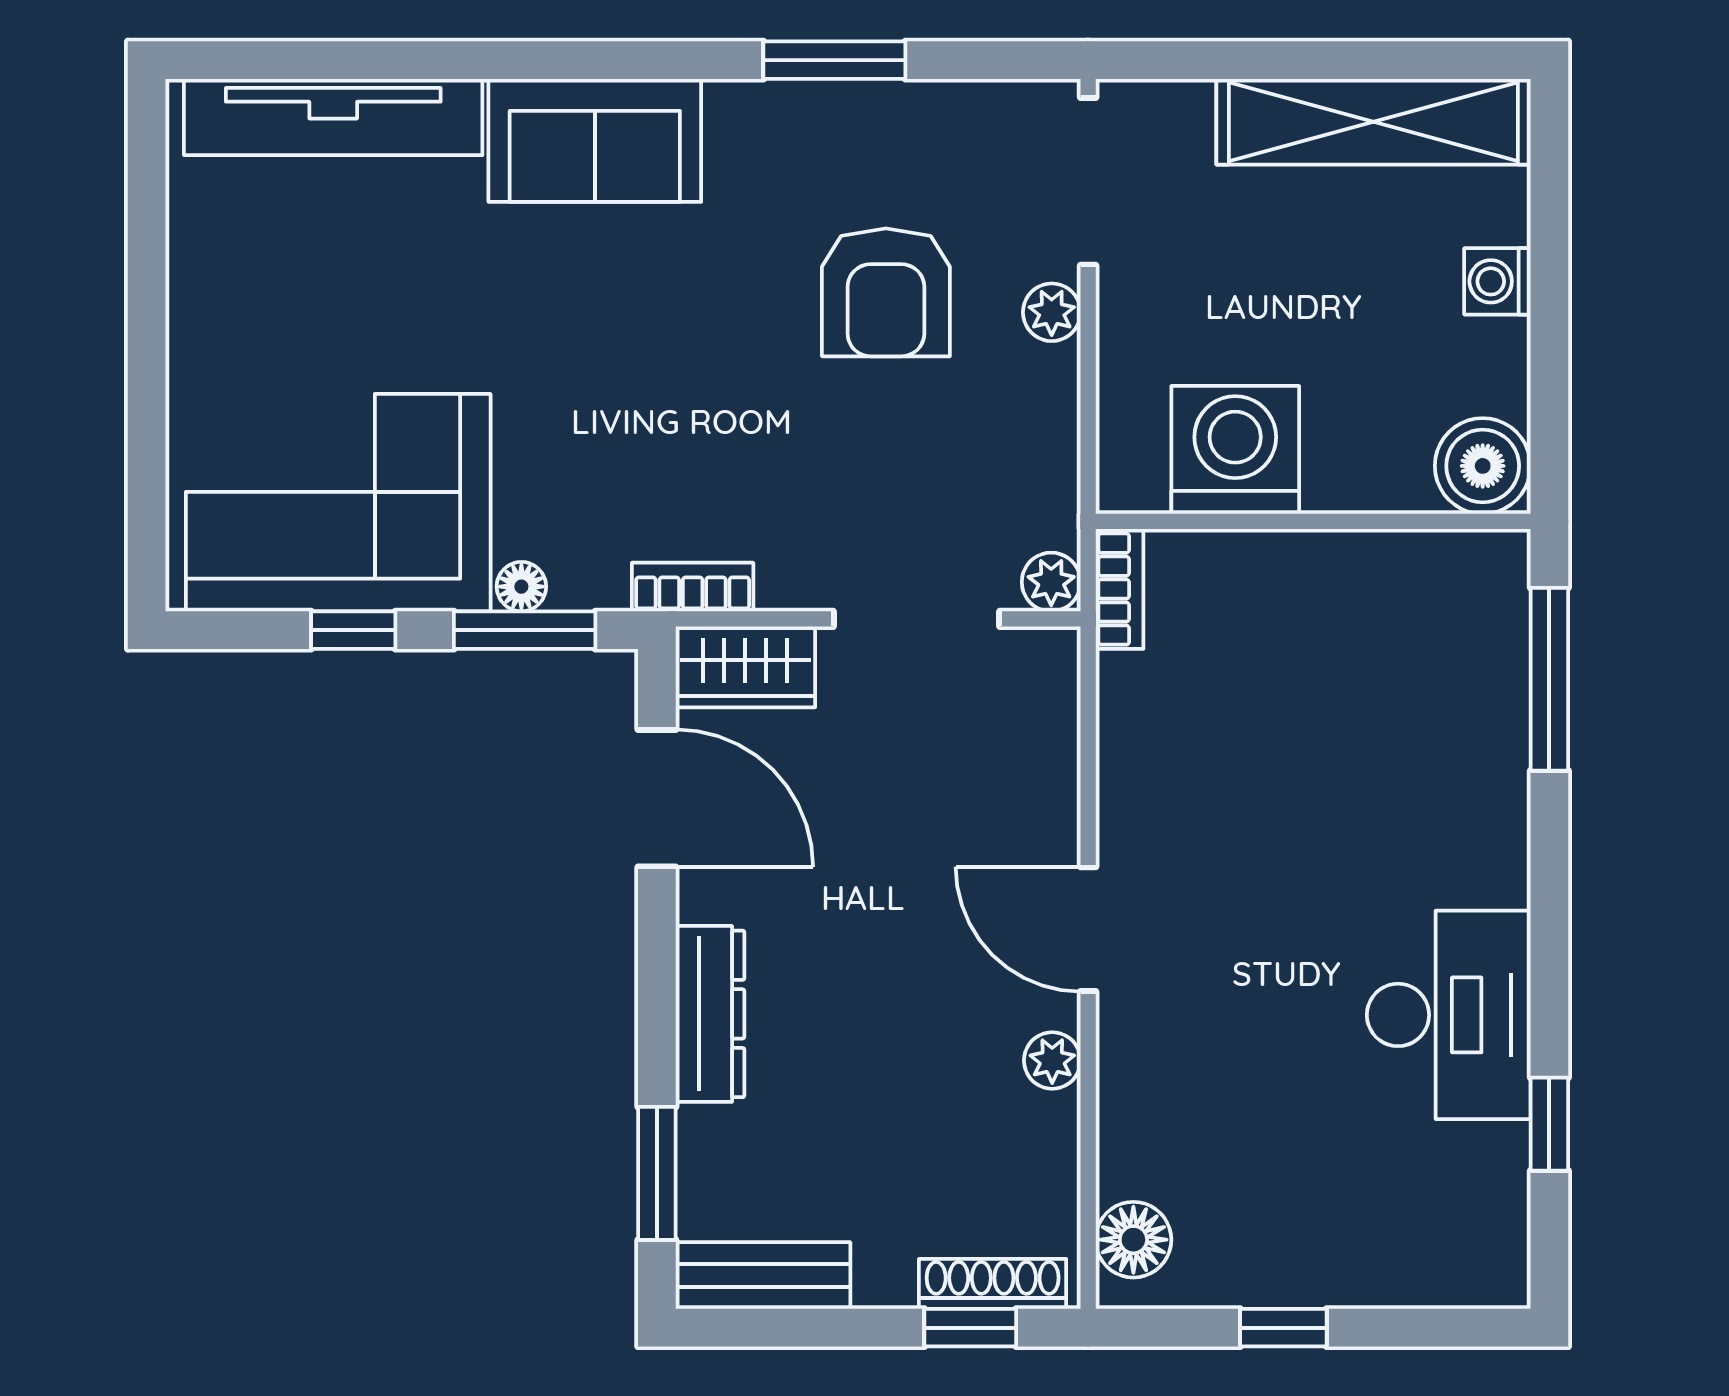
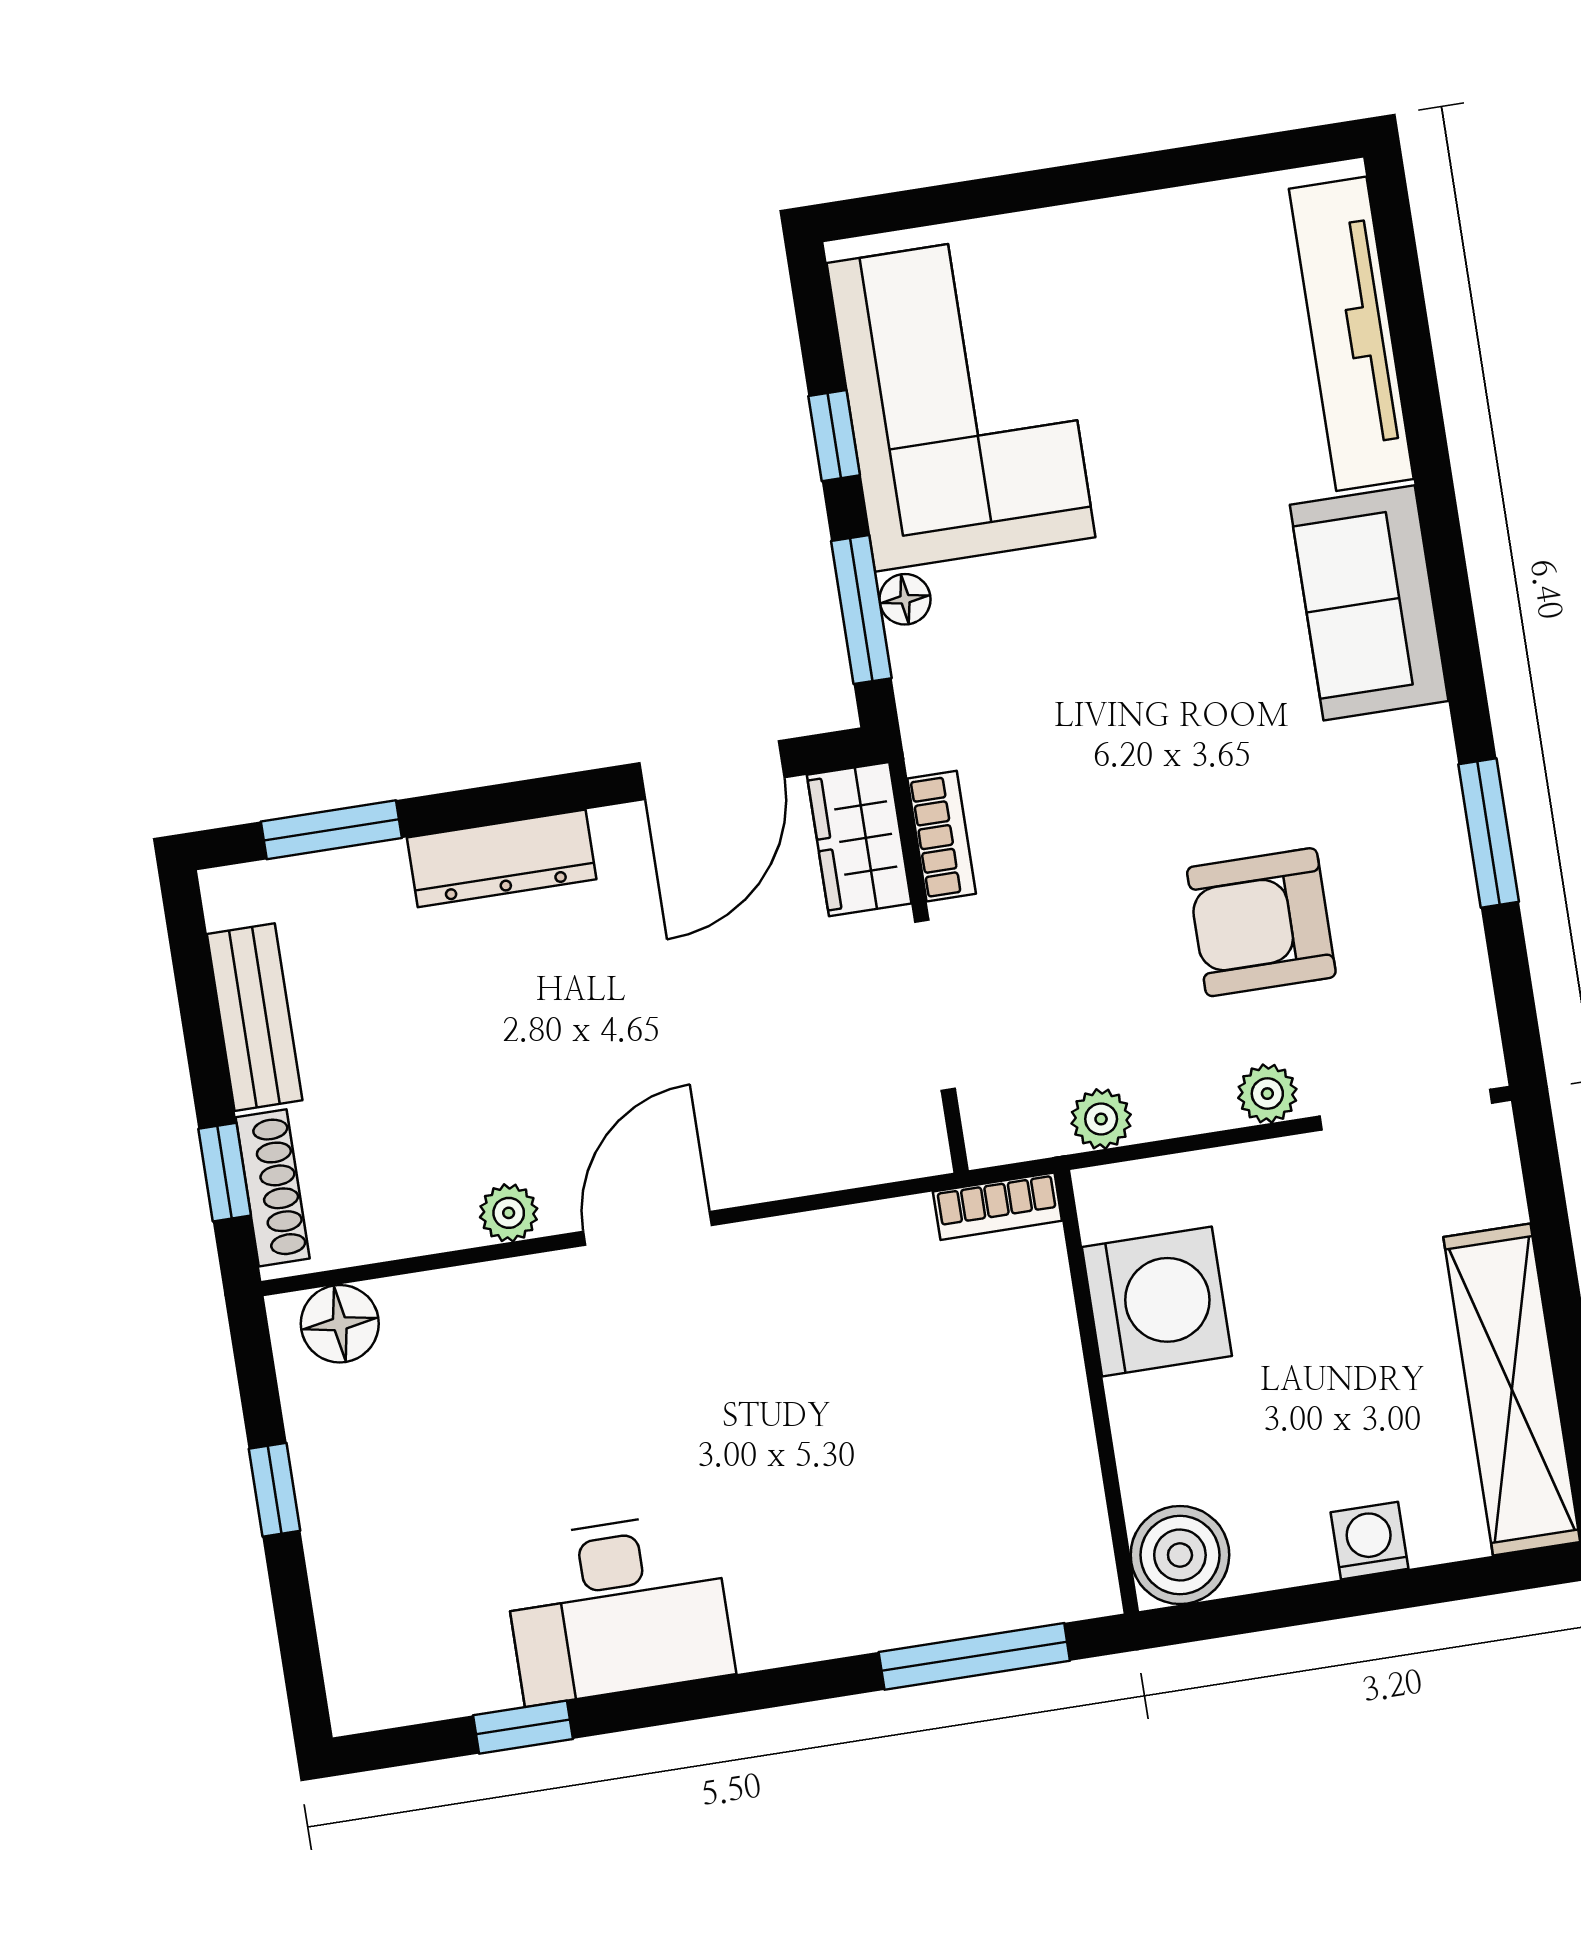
plant: (1051, 582) -> (1101, 1119), moved
bookcase: (693, 587) -> (942, 836), moved
bench: (763, 1276) -> (255, 1017), moved

